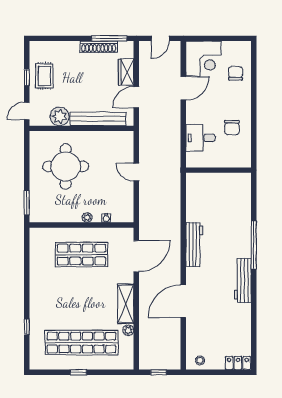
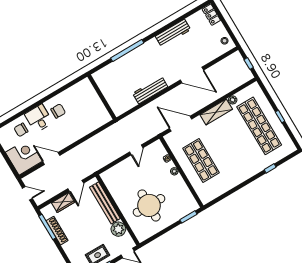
door: (136, 97) -> (76, 186), hinge flipped
desk: (200, 138) -> (39, 118), moved, turned 180
wall: (218, 170) -> (102, 97), moved
door: (136, 172) -> (136, 150), moved
workbench: (243, 280) -> (173, 33), moved

